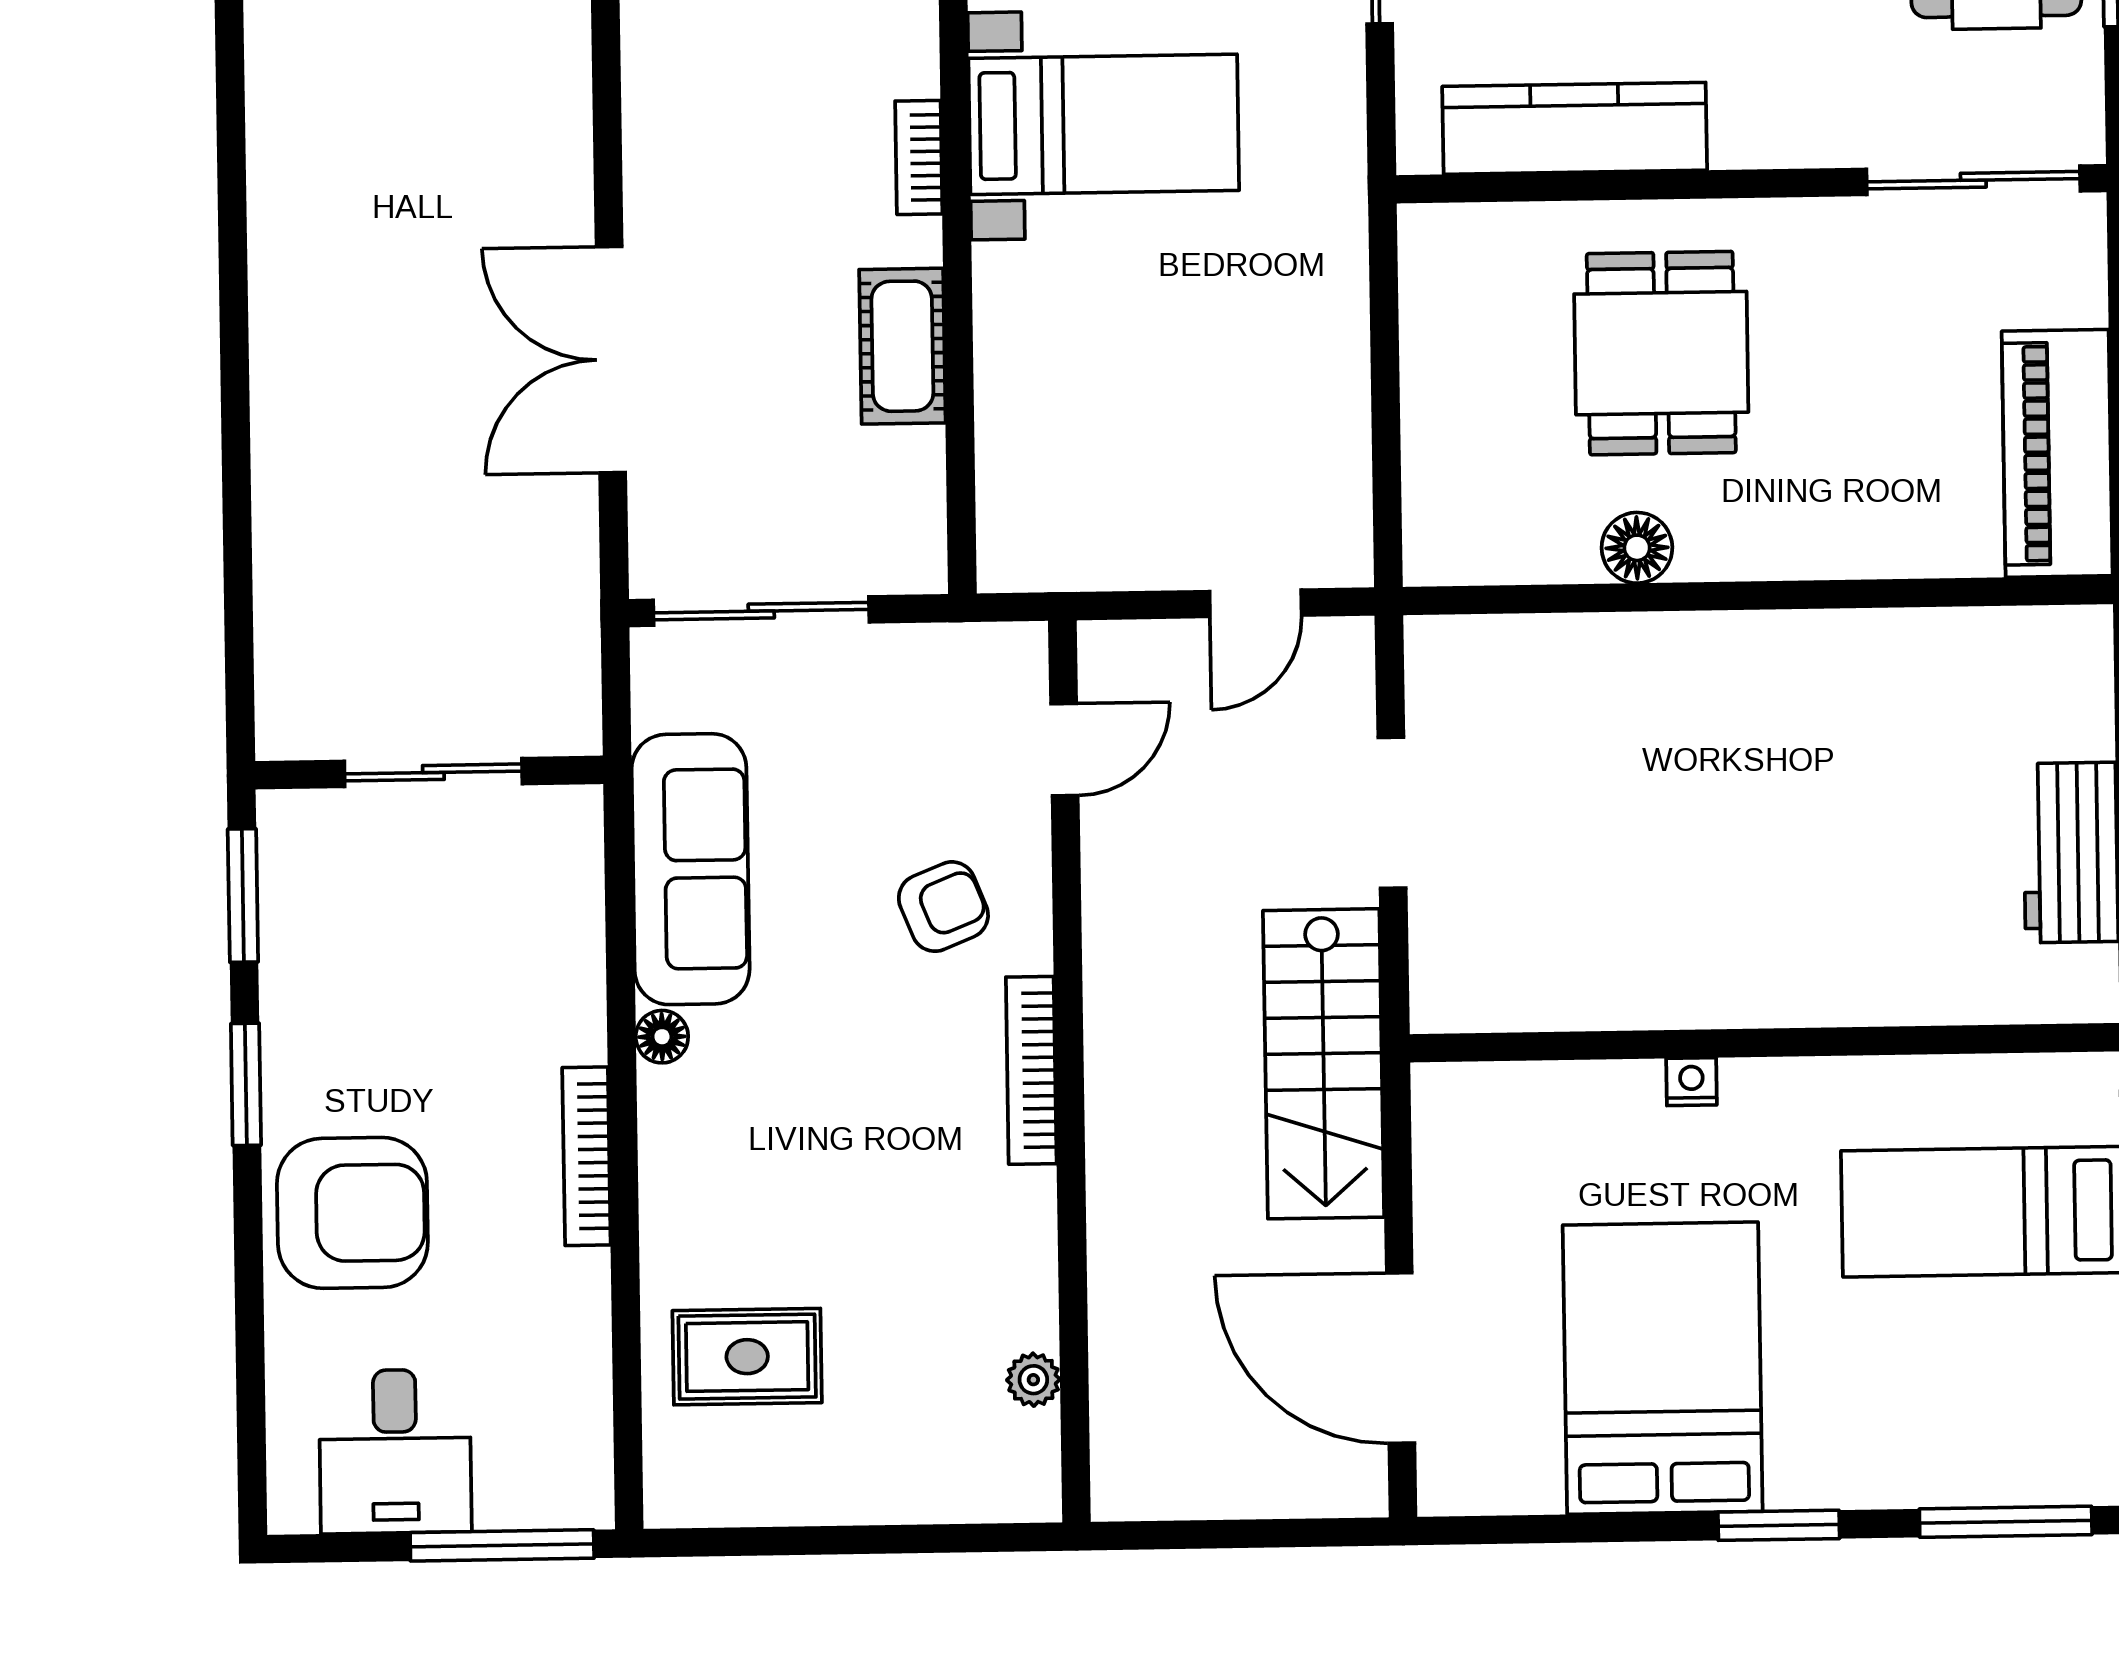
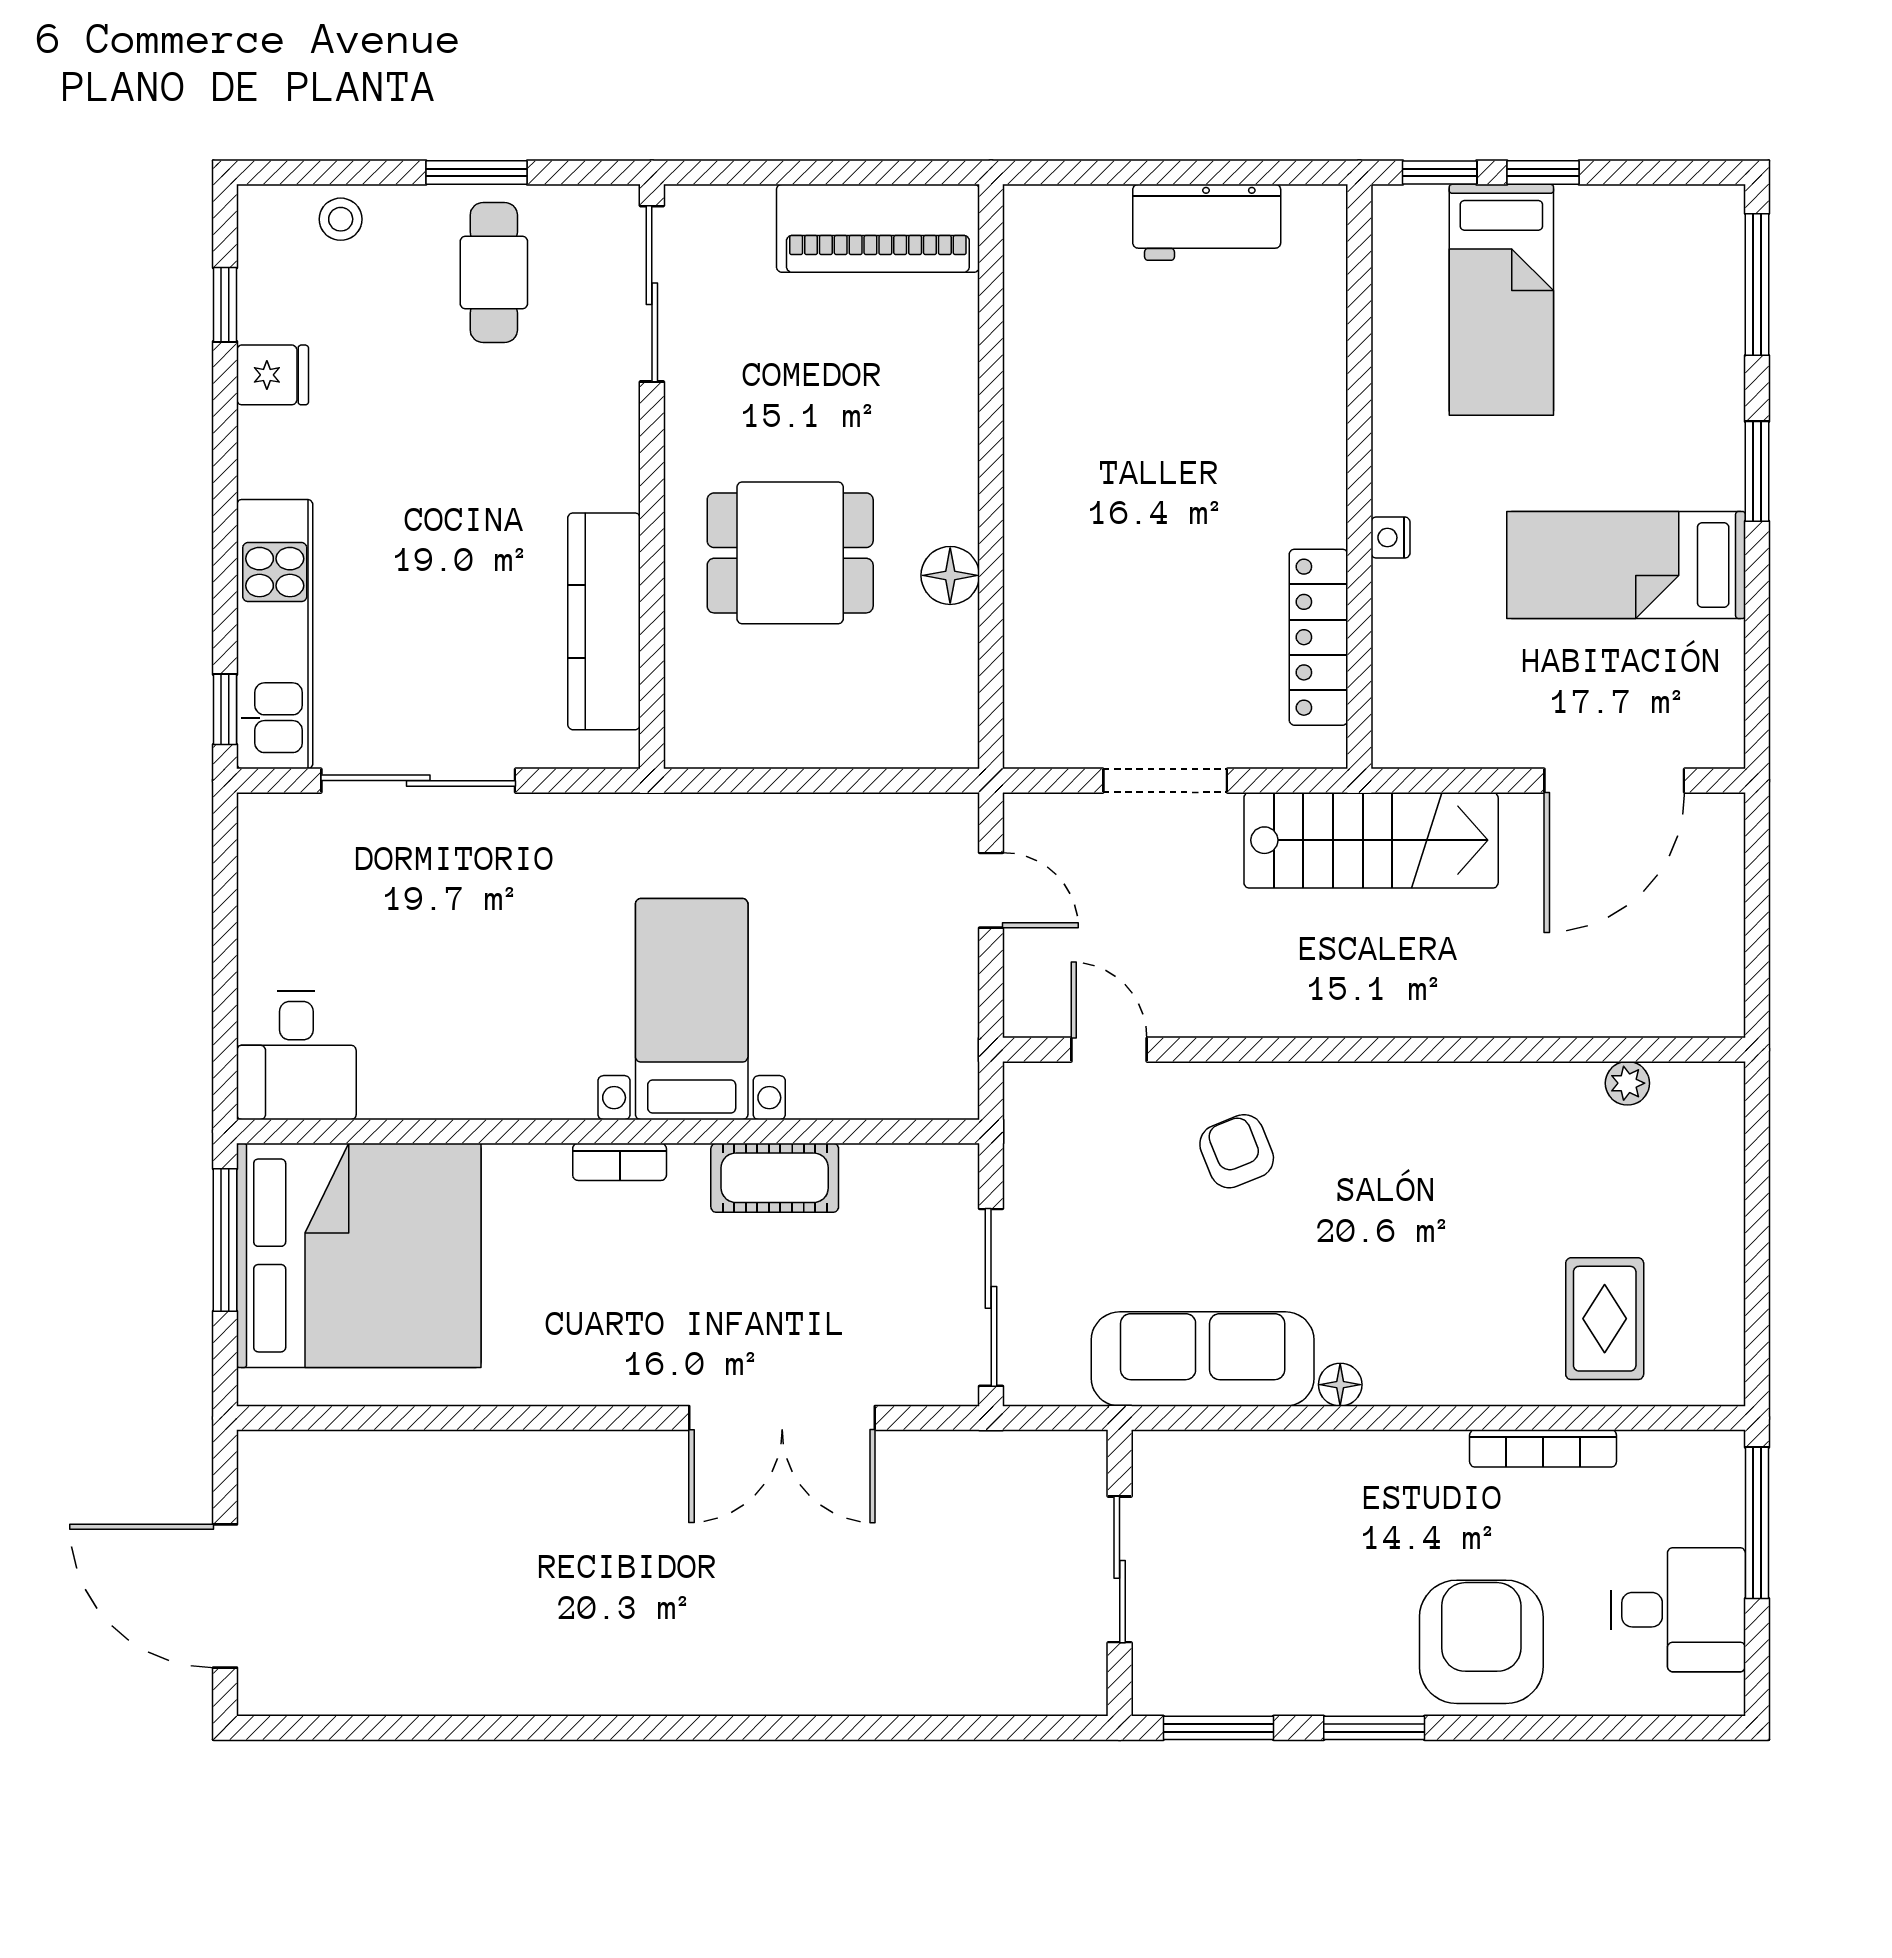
bed with nightstands: (1104, 124) -> (692, 1009), moved
locker: (1569, 996) -> (1318, 637), added
bookcase: (1031, 1070) -> (1373, 1081), removed
bookcase: (586, 1156) -> (1543, 1448), moved
bed: (1663, 1368) -> (1626, 565), width x0.67

